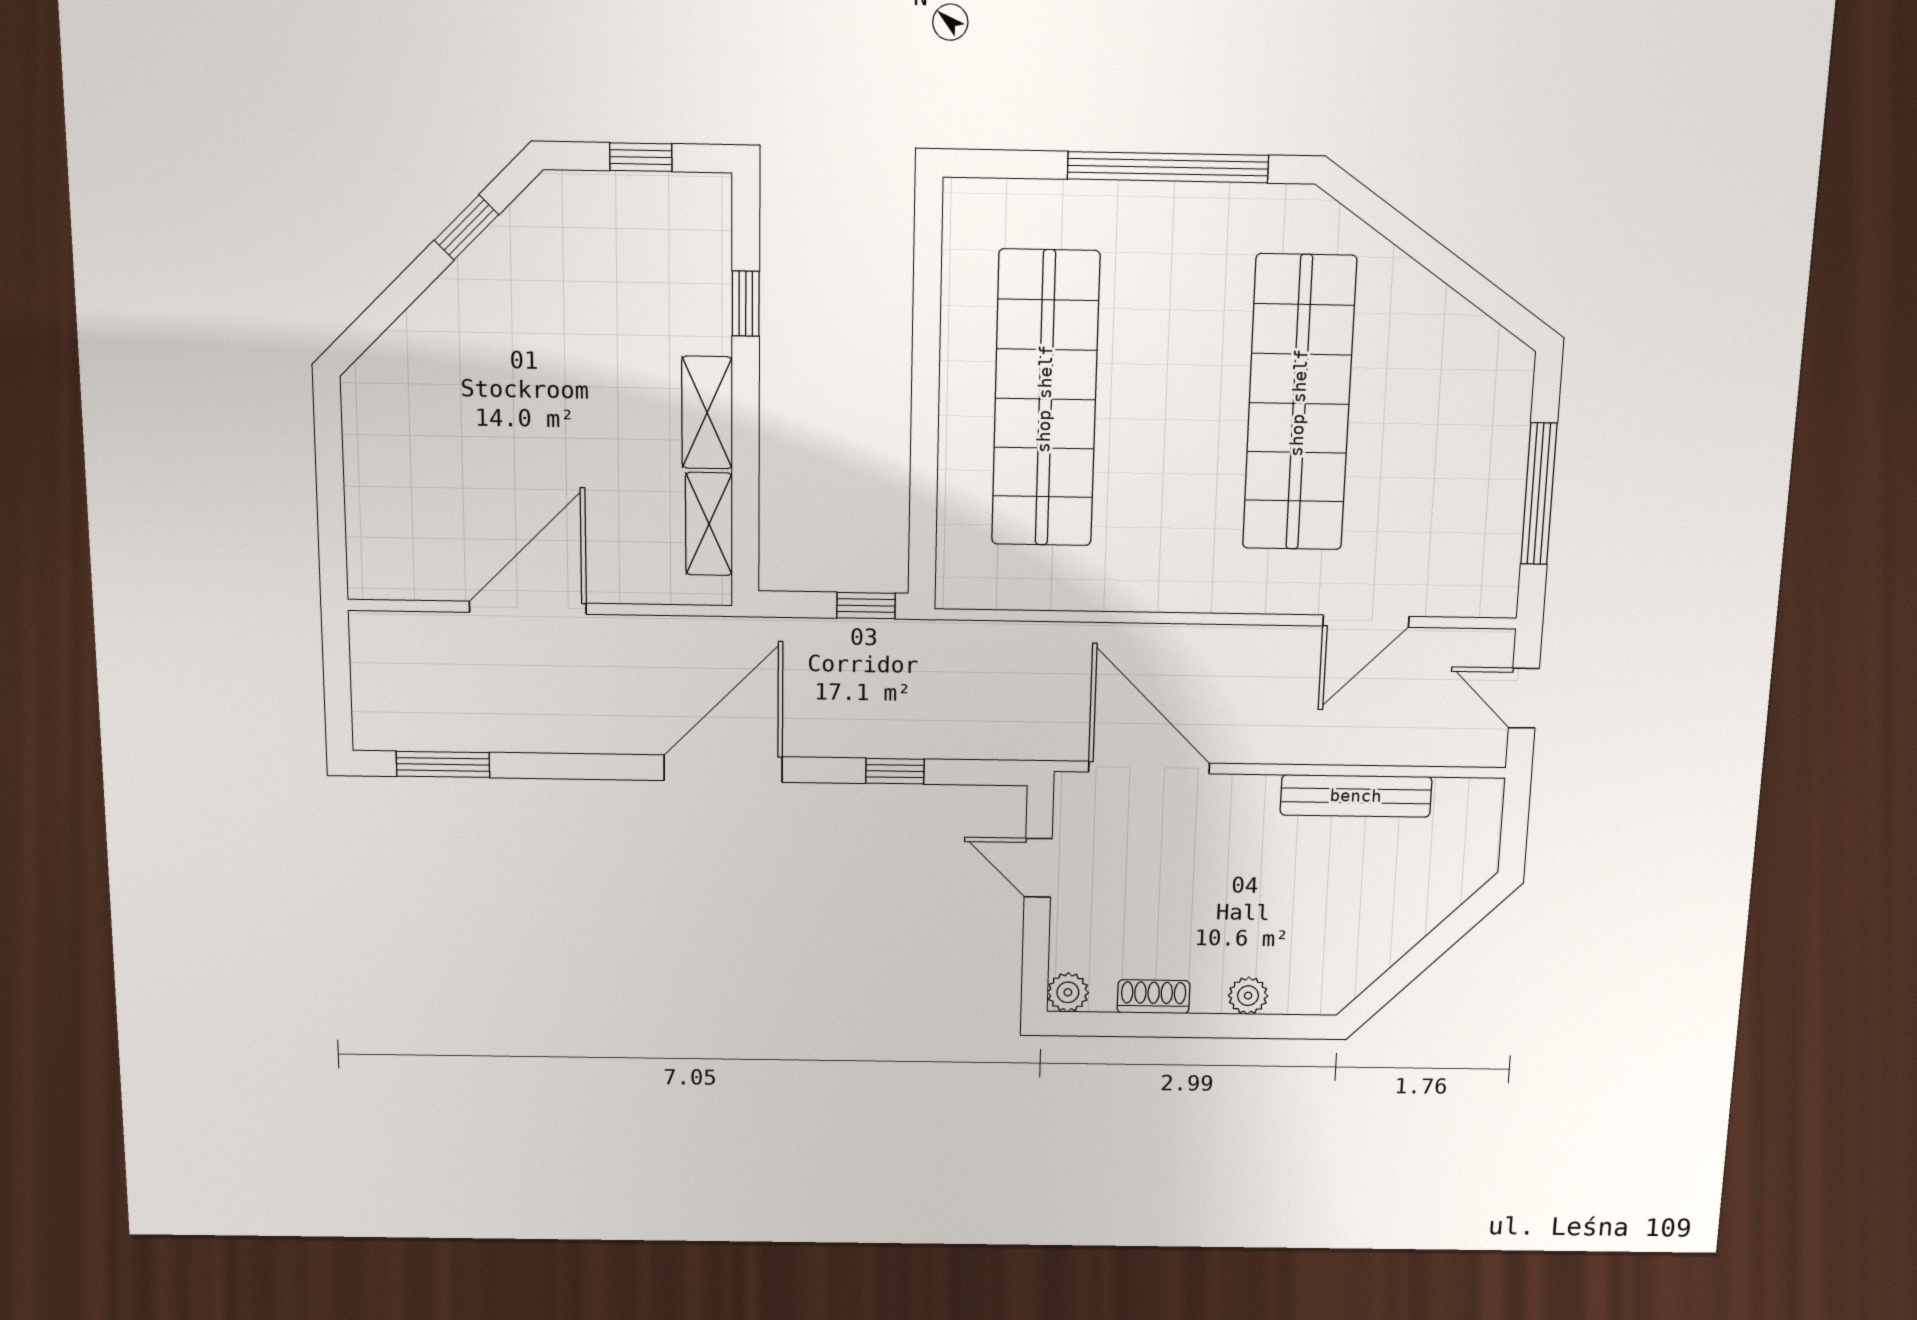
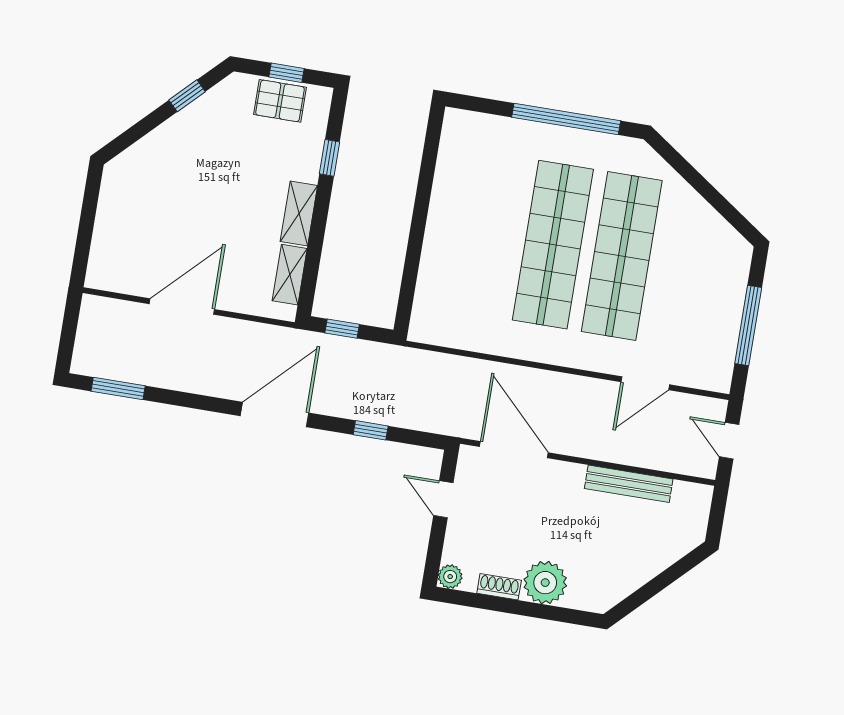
pallet: (638, 212) -> (280, 101), added
shop shelf: (1045, 399) -> (553, 245), moved
window: (866, 606) -> (342, 329), moved
plant: (1248, 996) -> (545, 583), width x1.88, depth x1.88

